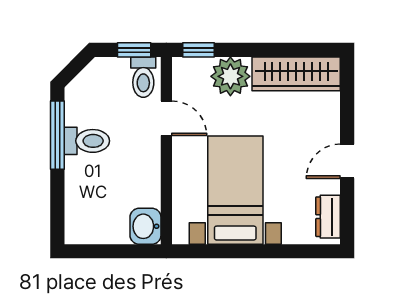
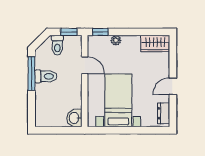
wardrobe: (296, 74) -> (155, 44), width x0.67
plant: (230, 76) -> (116, 40), width x0.53, depth x0.53
toilet: (143, 77) -> (57, 45), moved

